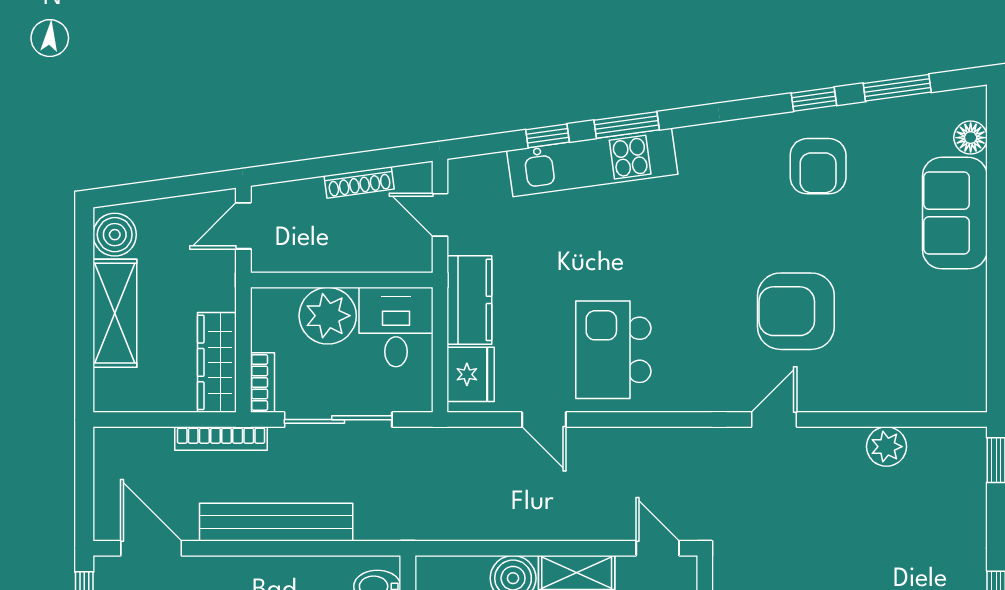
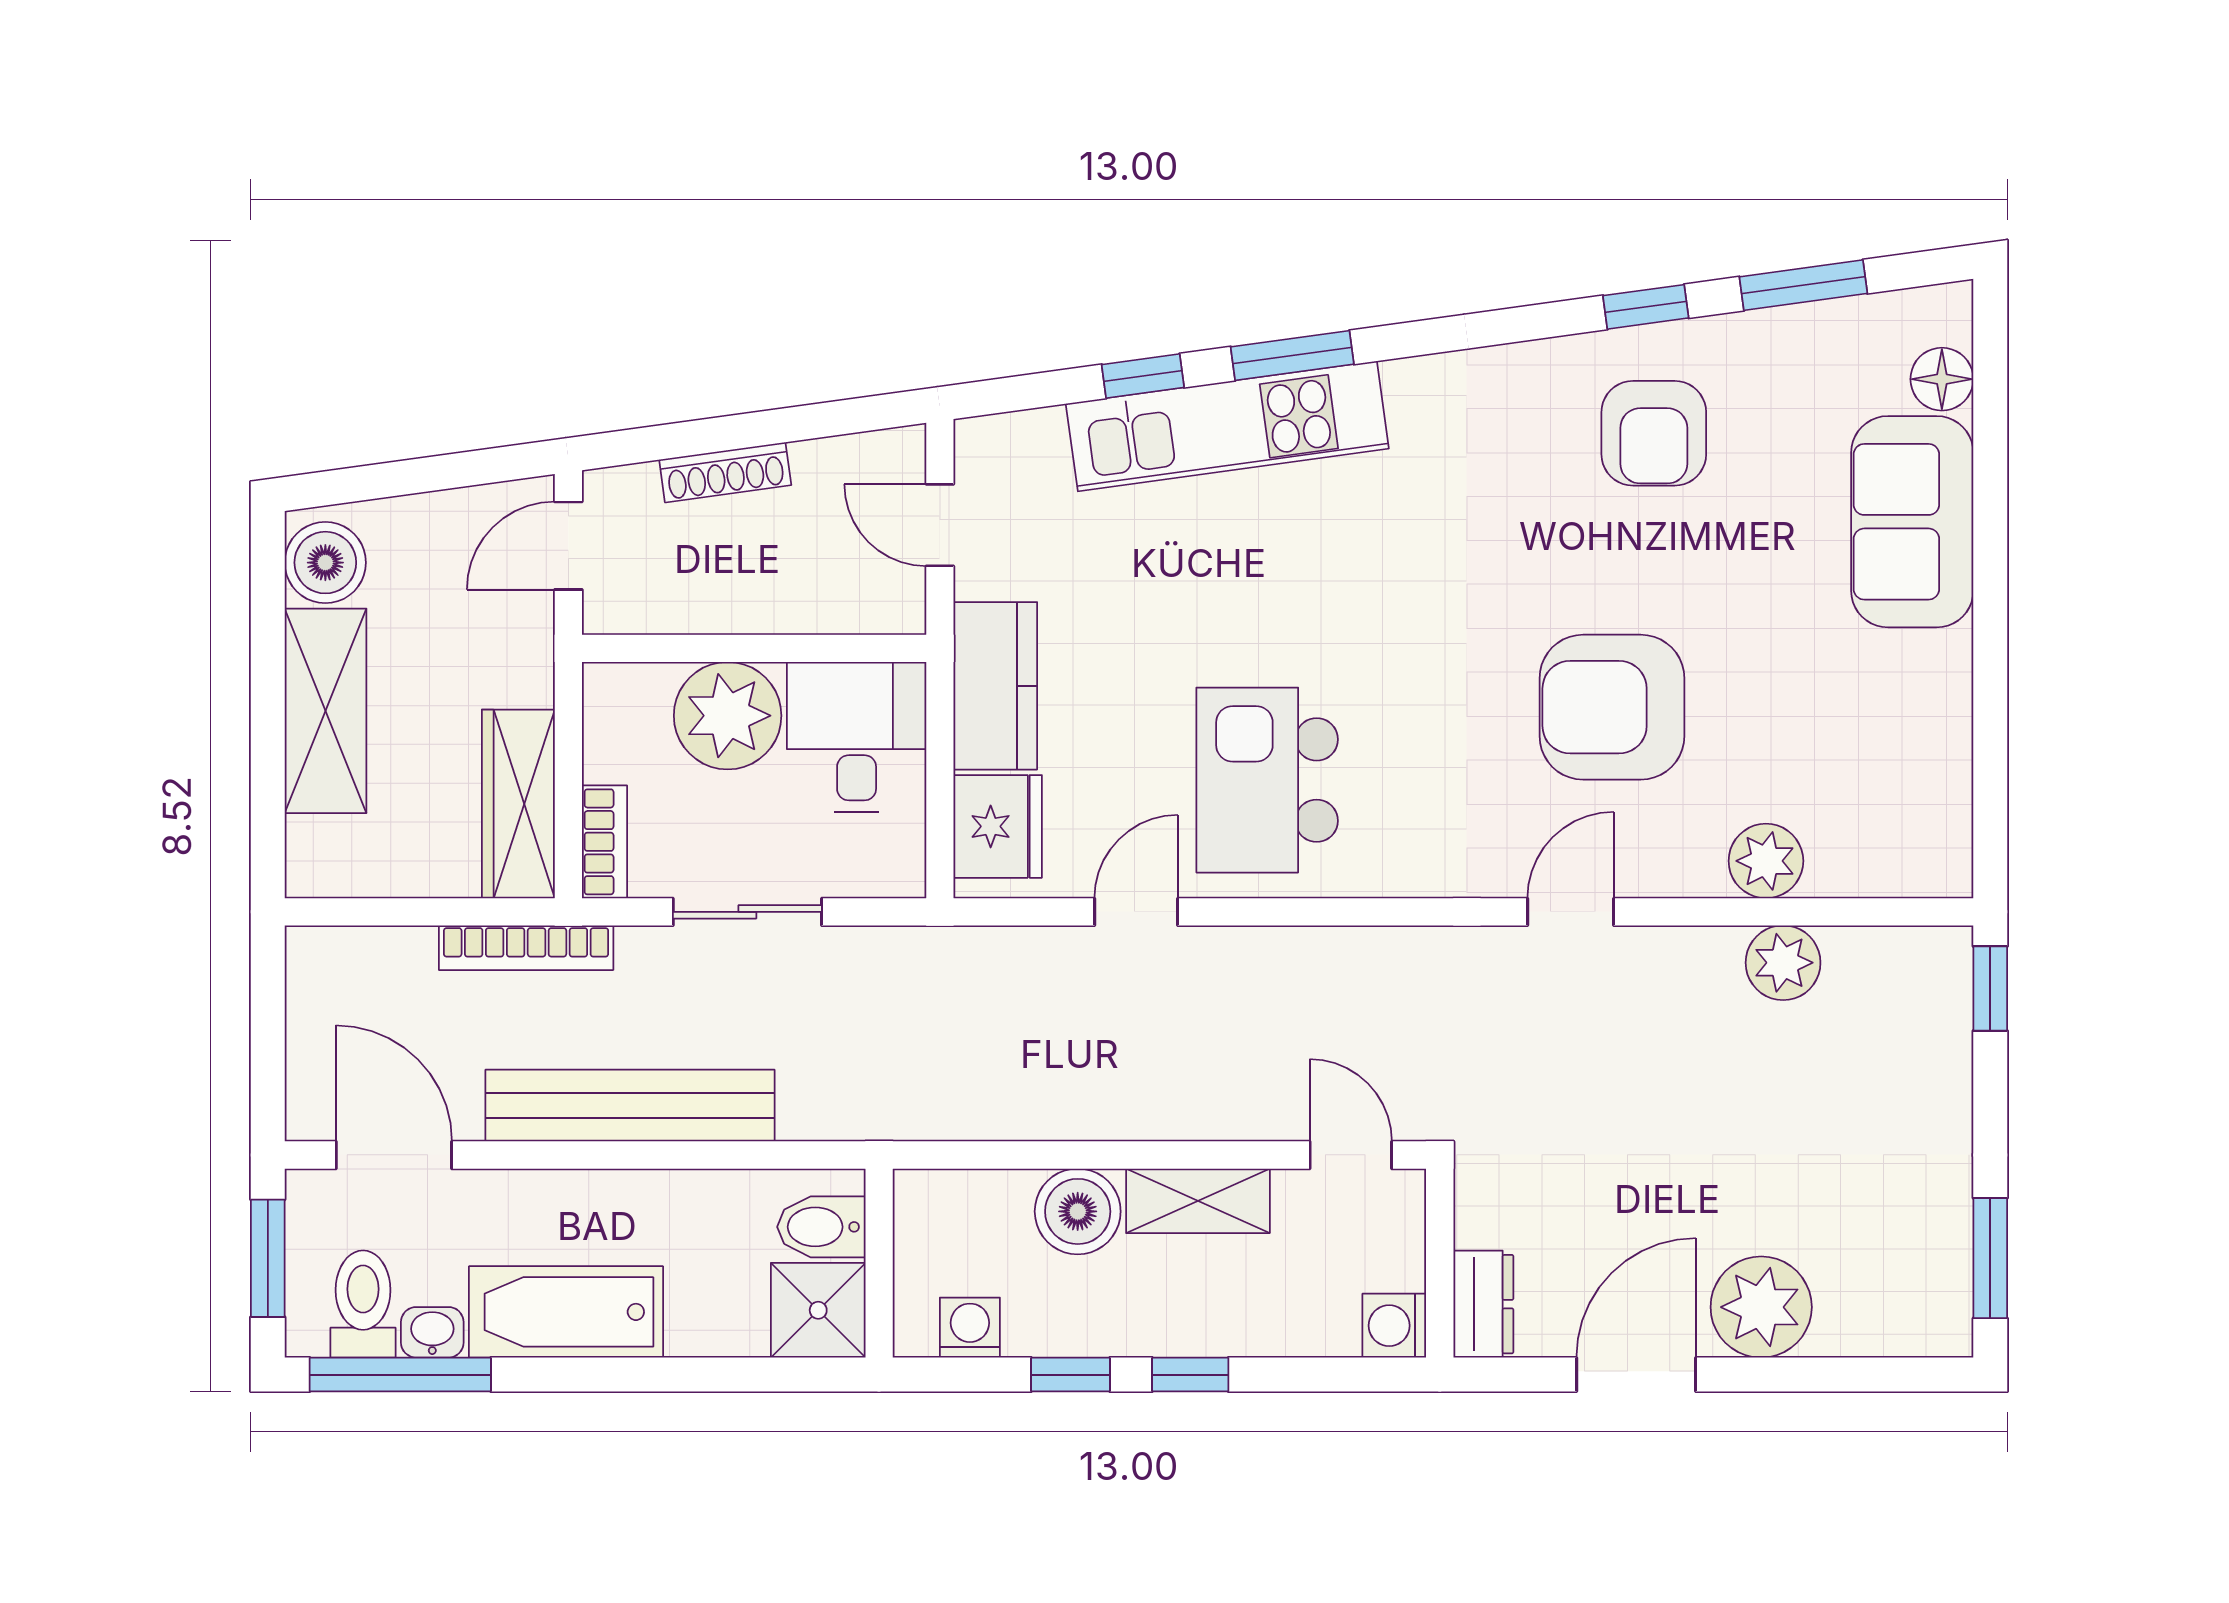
shoe rack: (359, 182) -> (725, 472), moved
plant: (877, 393) -> (1766, 861), added
sliding door: (338, 420) -> (747, 912), width x0.73
door: (544, 420) -> (1136, 912), swing flipped

